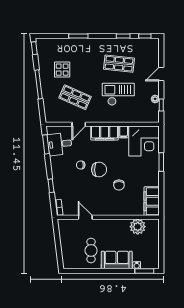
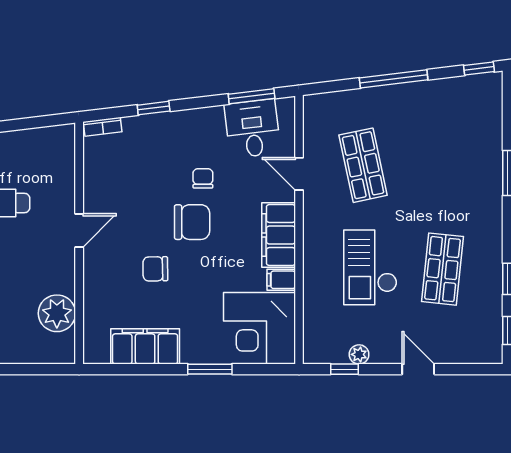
display table: (62, 70) -> (429, 135), removed
checkout: (118, 94) -> (370, 267), turned 180
shop shelf: (75, 97) -> (363, 165), turned -36
chair: (99, 170) -> (192, 222), turned -90
filing cabinet: (152, 201) -> (145, 346), moved
door: (85, 217) -> (79, 231), moved

